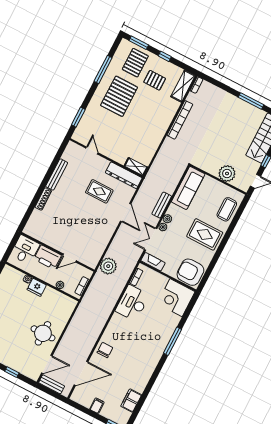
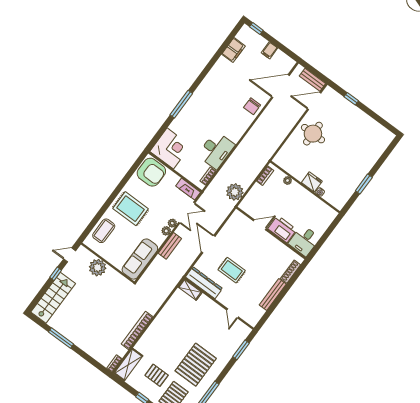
desk: (25, 250) -> (304, 241), moved
wall: (58, 252) -> (271, 233), moved
printer: (48, 257) -> (282, 229), moved
door: (70, 258) -> (260, 225), moved

